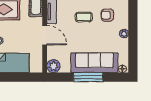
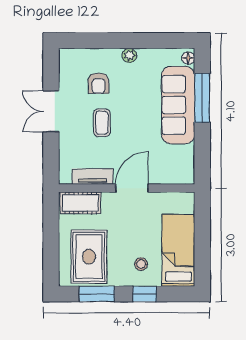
plant: (53, 66) -> (184, 173), removed
window: (88, 77) -> (202, 98), moved

